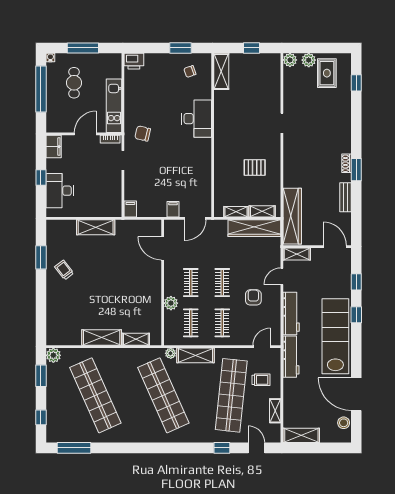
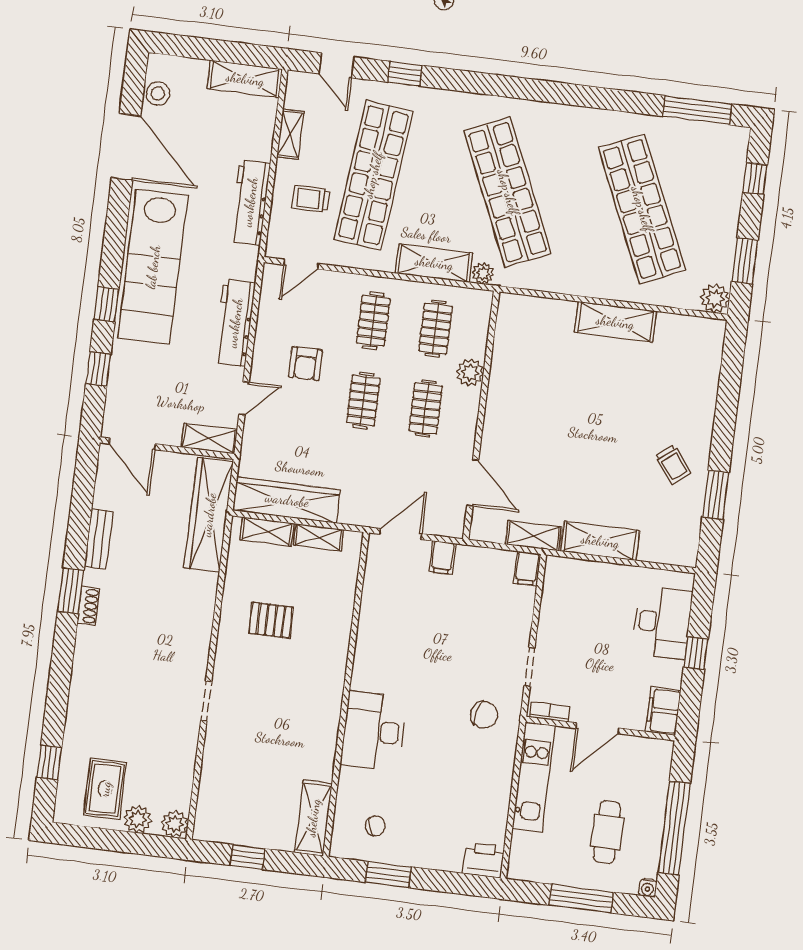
shelving: (136, 339) -> (533, 536), moved
workbench: (291, 357) -> (250, 202), moved

